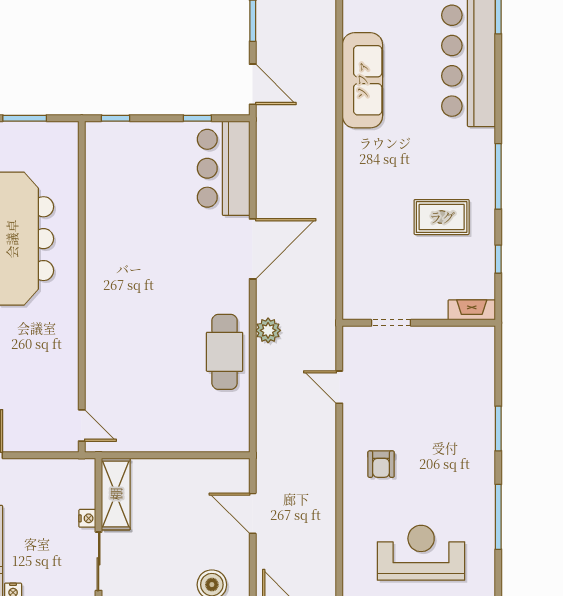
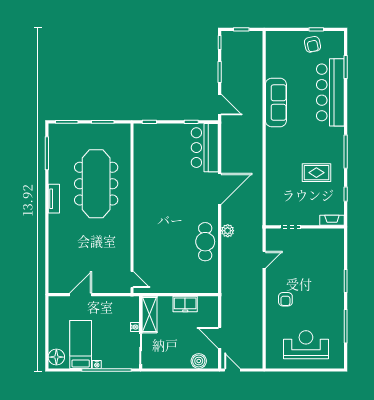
door: (339, 387) -> (264, 260), swing flipped
freezer: (185, 473) -> (185, 304), added
door: (253, 513) -> (220, 338), moved

